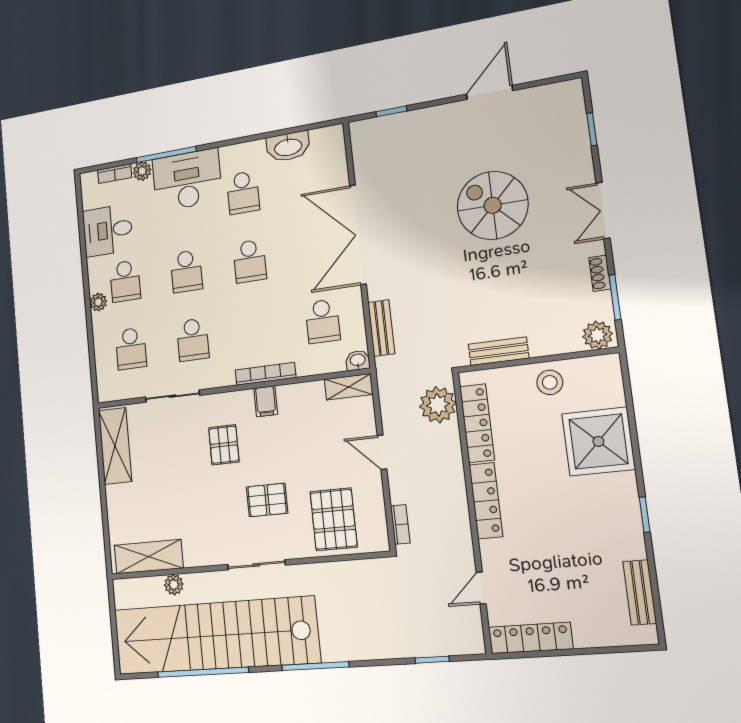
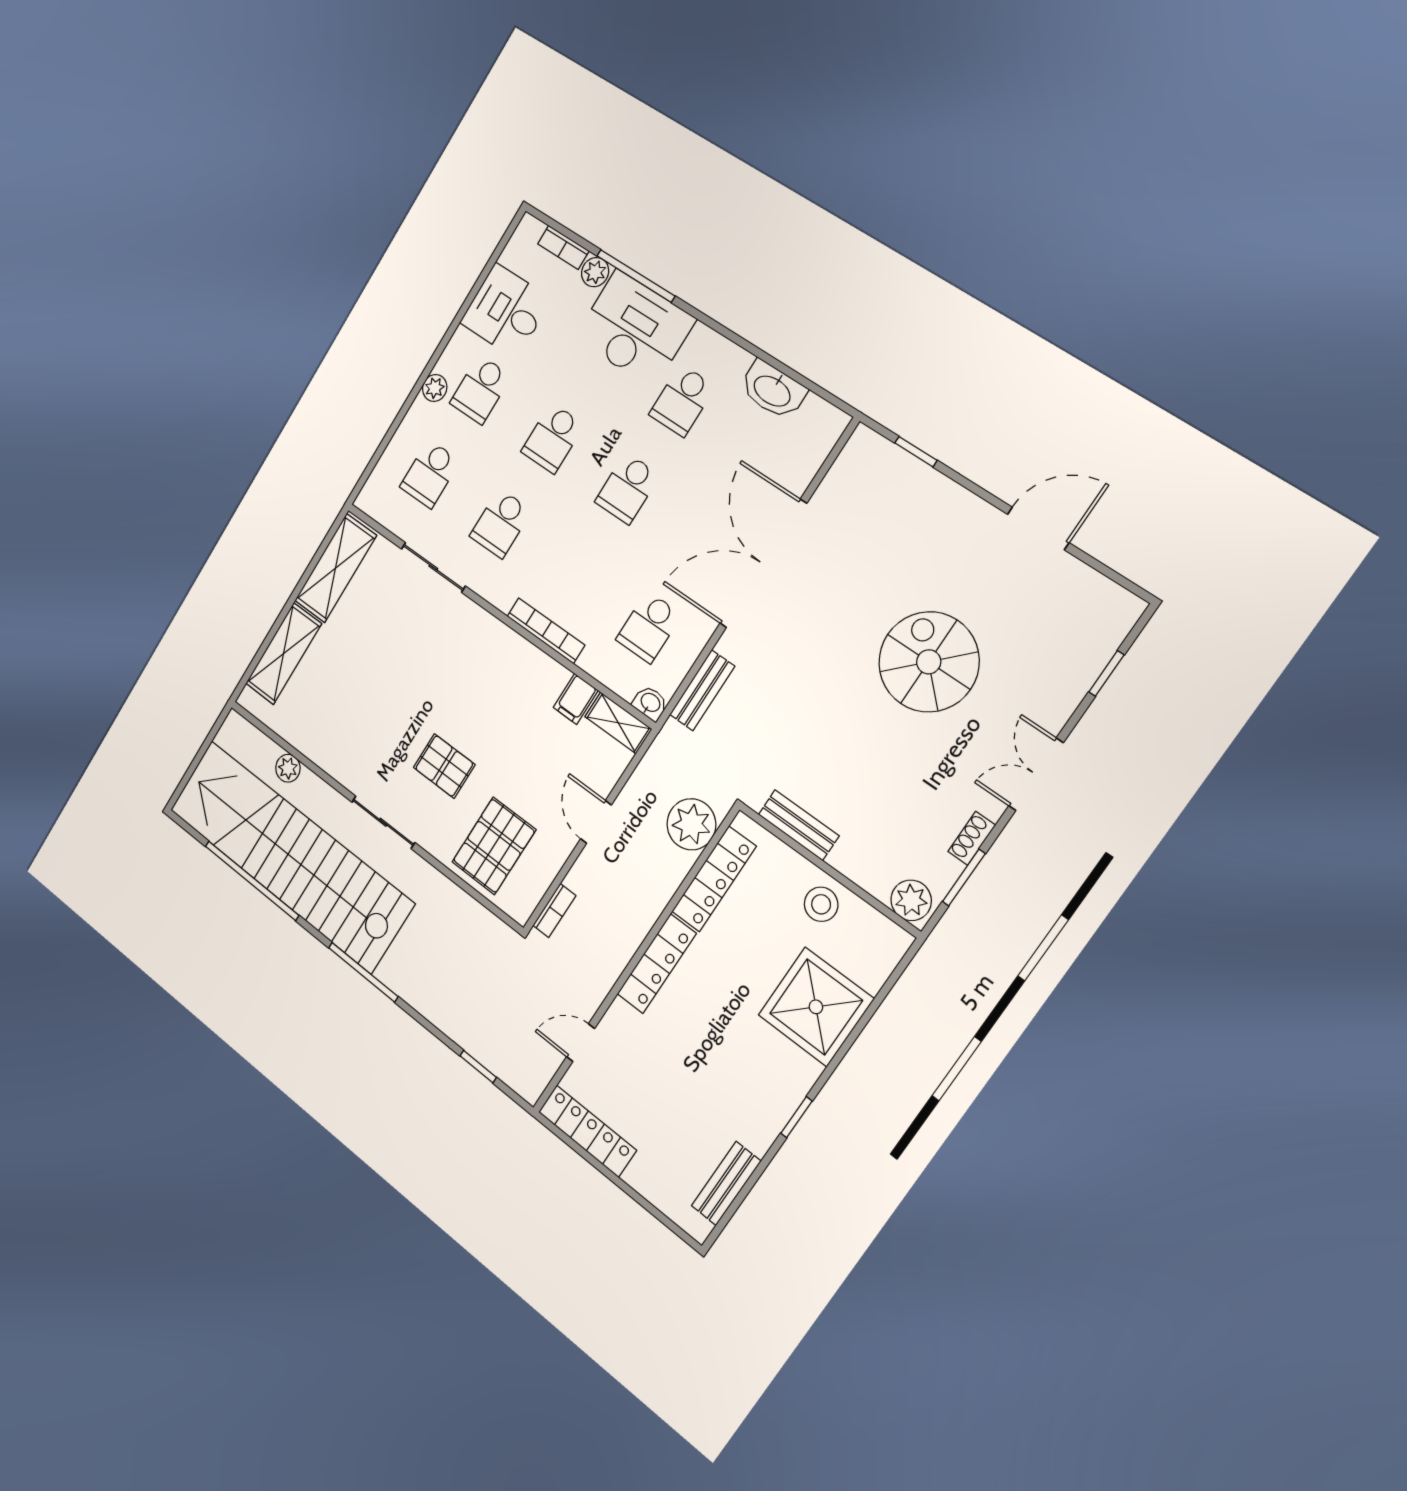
filing cabinet: (266, 401) -> (576, 699), moved
pallet: (224, 445) -> (446, 668), removed
shelving: (149, 557) -> (283, 654), moved, turned 90

